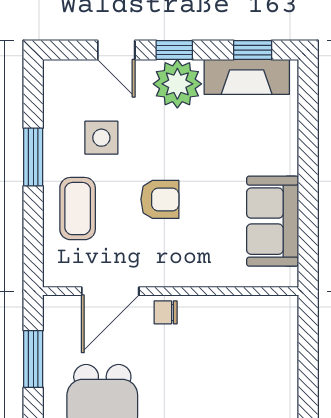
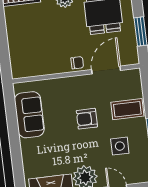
coffee table: (78, 209) -> (127, 109), turned 90

